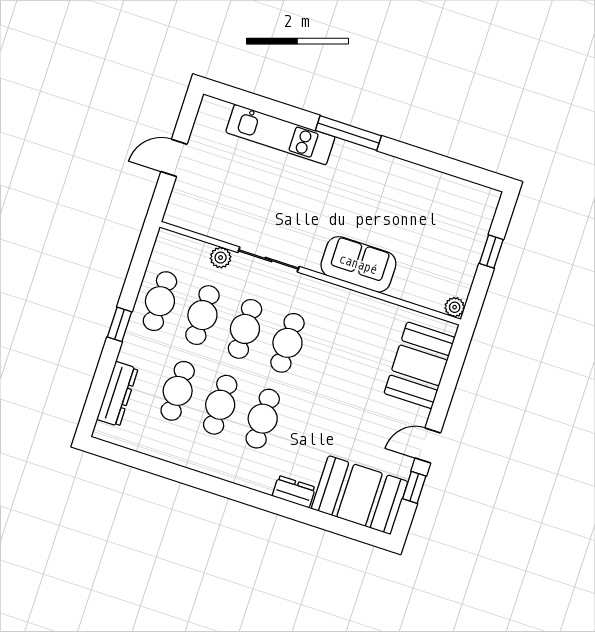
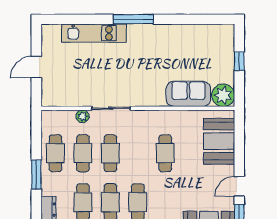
sofa: (358, 264) -> (188, 94), moved
plant: (455, 307) -> (223, 95), width x1.87, depth x1.87
window: (120, 324) -> (36, 174), width x1.50
cafe table: (287, 343) -> (165, 153), moved

